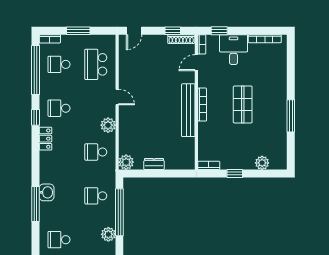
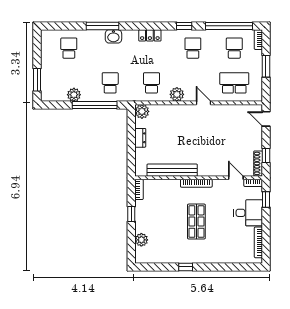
door: (117, 97) -> (203, 103), swing flipped
shop shelf: (243, 104) -> (196, 222), turned 90
bench: (188, 110) -> (172, 170), moved
window: (291, 116) -> (186, 267), width x0.46
locker: (45, 139) -> (150, 35), moved

